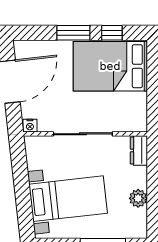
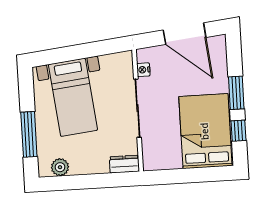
nightstand: (30, 126) -> (143, 70), moved
plant: (138, 198) -> (60, 167), moved

